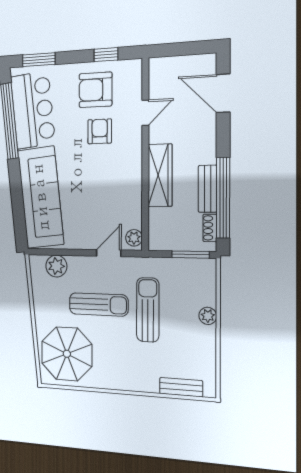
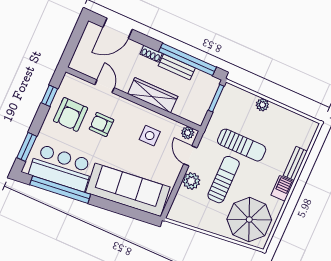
side table: (111, 194) -> (150, 136), added
shoe rack: (210, 228) -> (151, 54), moved
plant: (56, 266) -> (191, 181), moved
sun lounger: (148, 310) -> (242, 145), turned 180
barbecue: (118, 380) -> (282, 188), added
bench: (181, 387) -> (295, 163), moved

